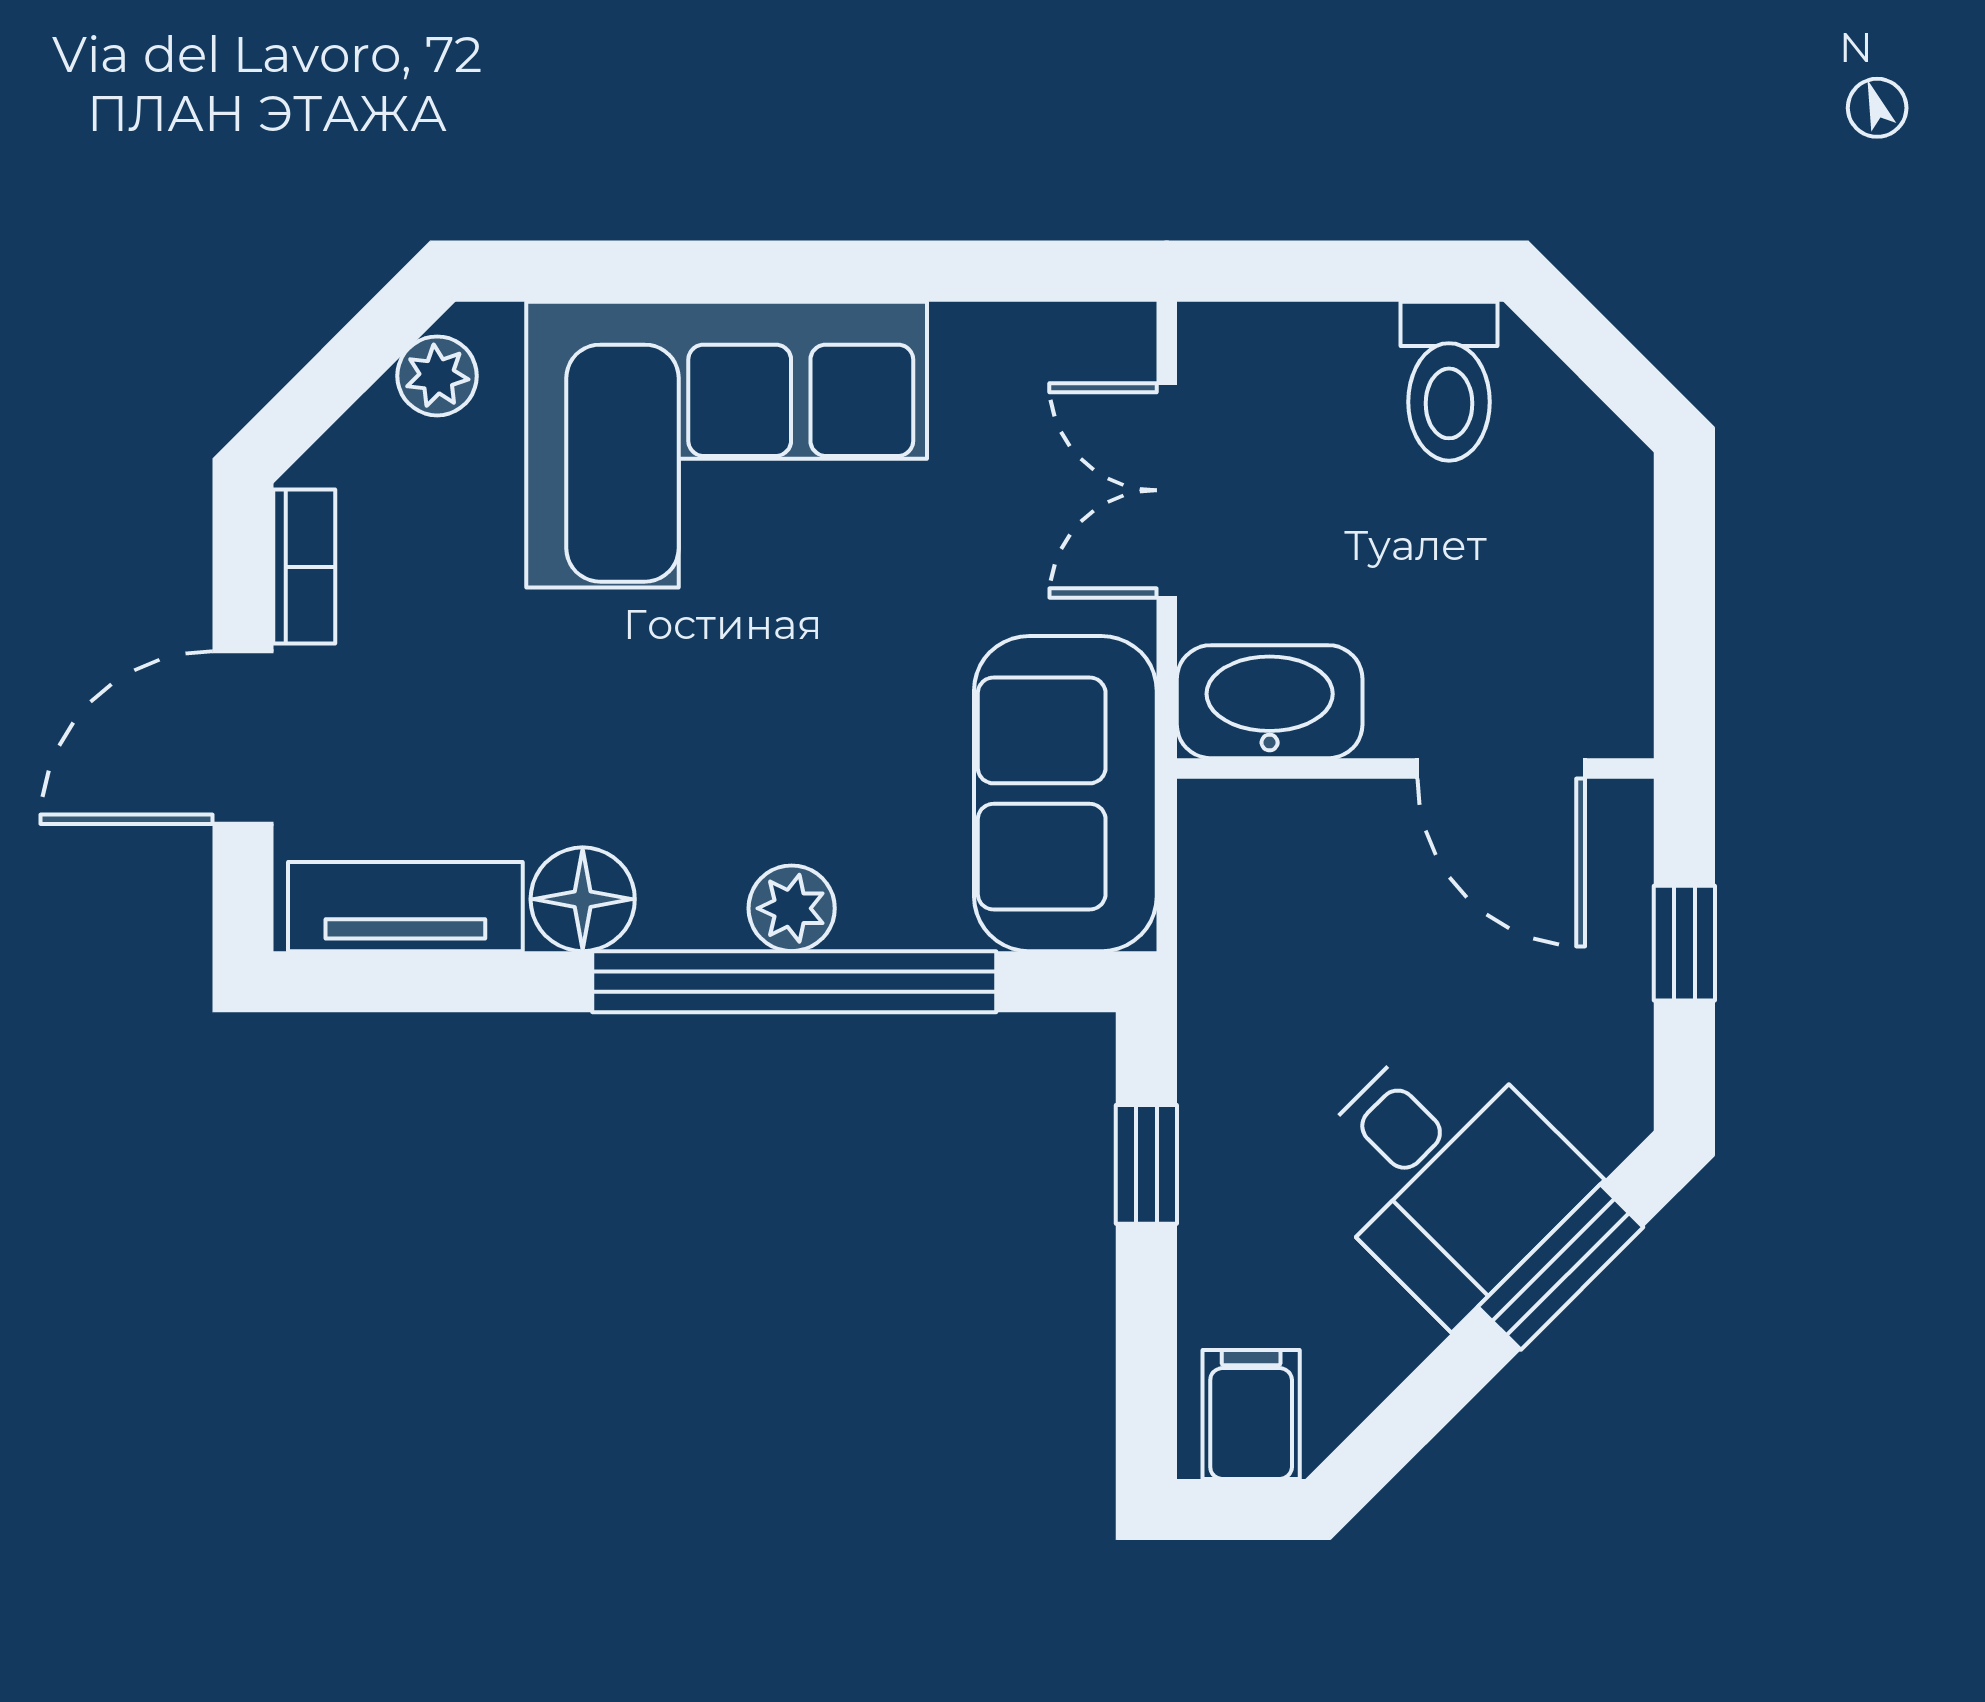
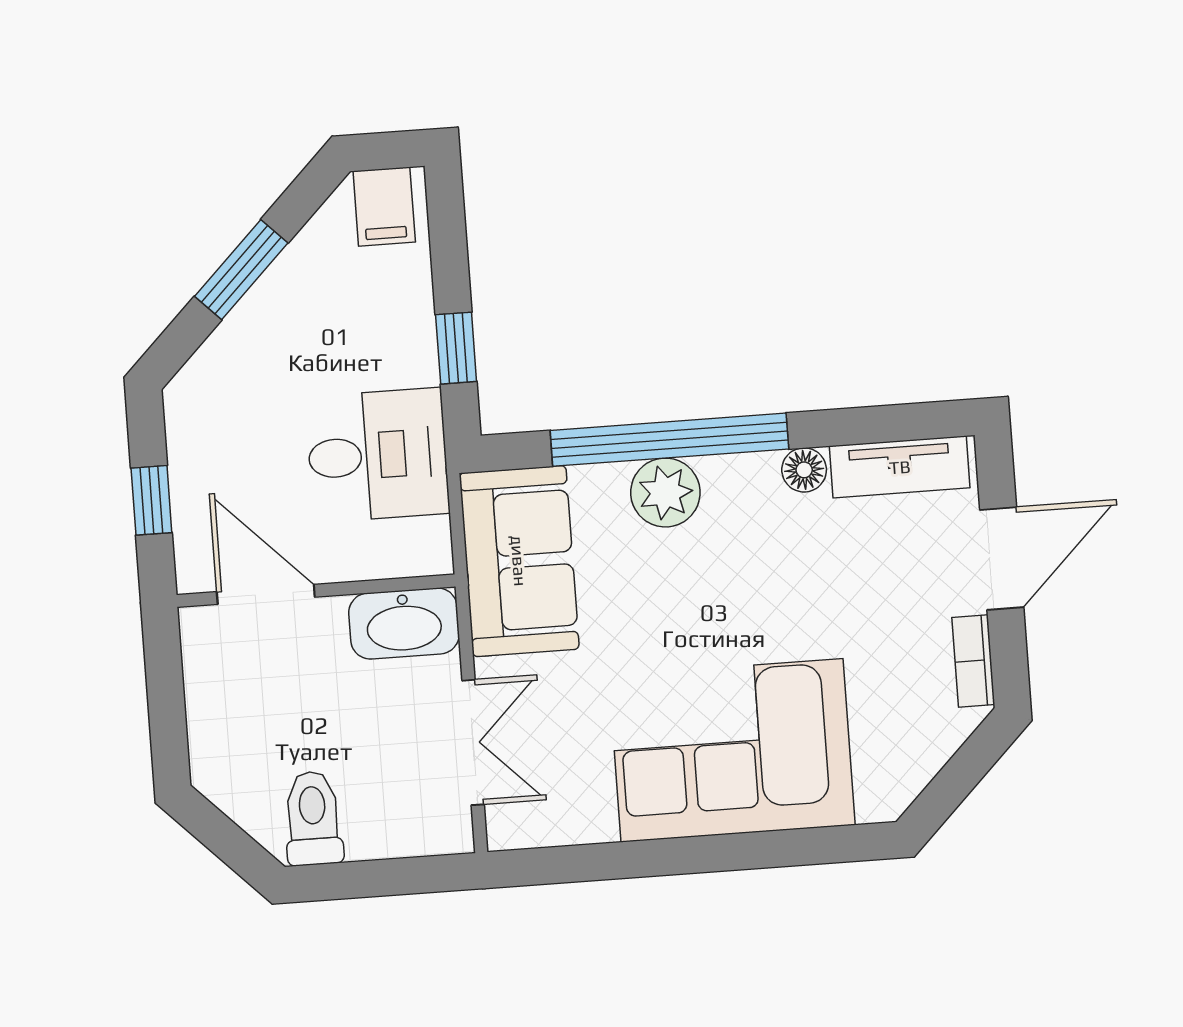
plant: (437, 376) -> (904, 778), removed
floor lamp: (583, 899) -> (804, 470), width x0.73, depth x0.73
plant: (792, 908) -> (665, 493), width x1.38, depth x1.38
desk: (1446, 1174) -> (378, 455), moved, turned 135
window: (1561, 1267) -> (241, 270), moved

